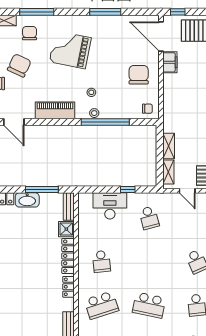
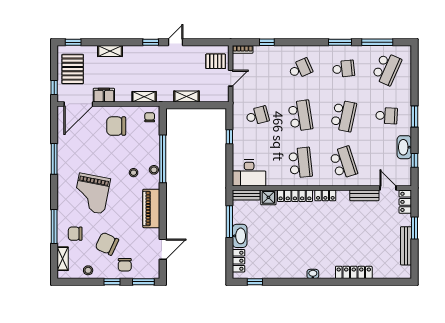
shelving: (168, 172) -> (144, 97), moved
desk: (110, 206) -> (249, 173), moved, turned -90
school desk: (101, 261) -> (300, 163), width x1.85
school desk: (149, 261) -> (300, 116), added

